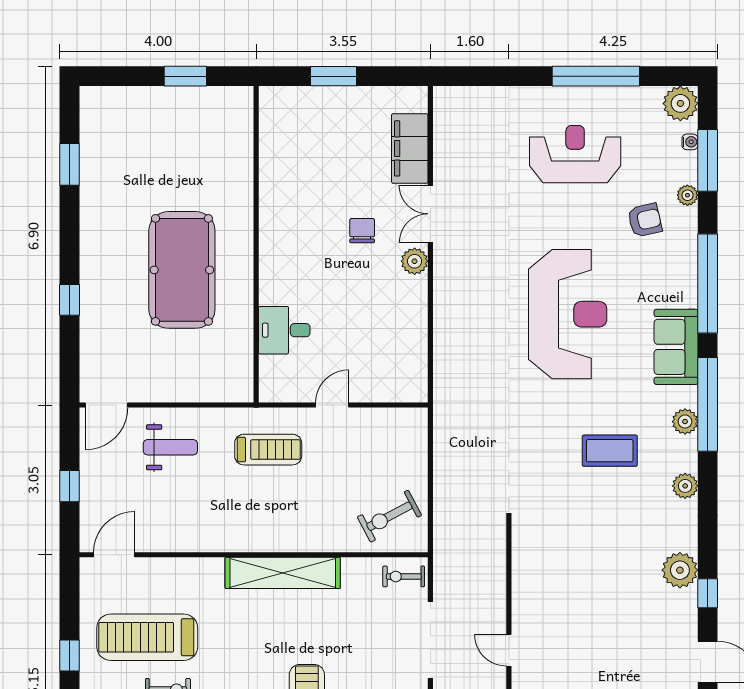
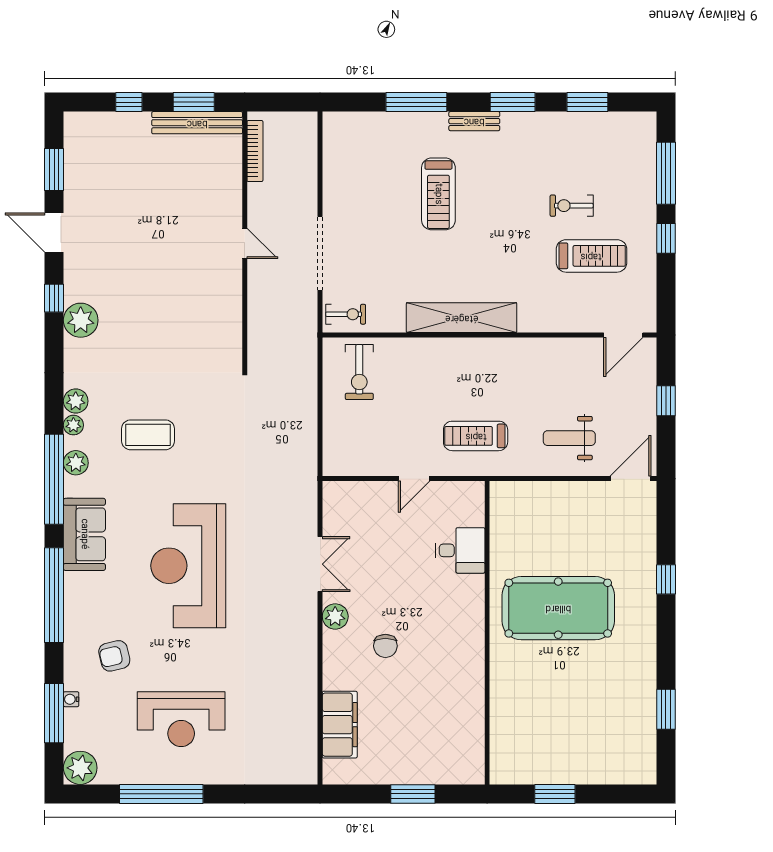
water cooler: (690, 142) -> (71, 699), moved
plant: (687, 195) -> (73, 425), moved
double door: (430, 214) -> (320, 564), moved
pool table: (182, 270) -> (558, 608), turned 90
exercise bike: (389, 516) -> (359, 372), turned 118
treadmill: (147, 637) -> (591, 256), width x0.73, depth x0.73

